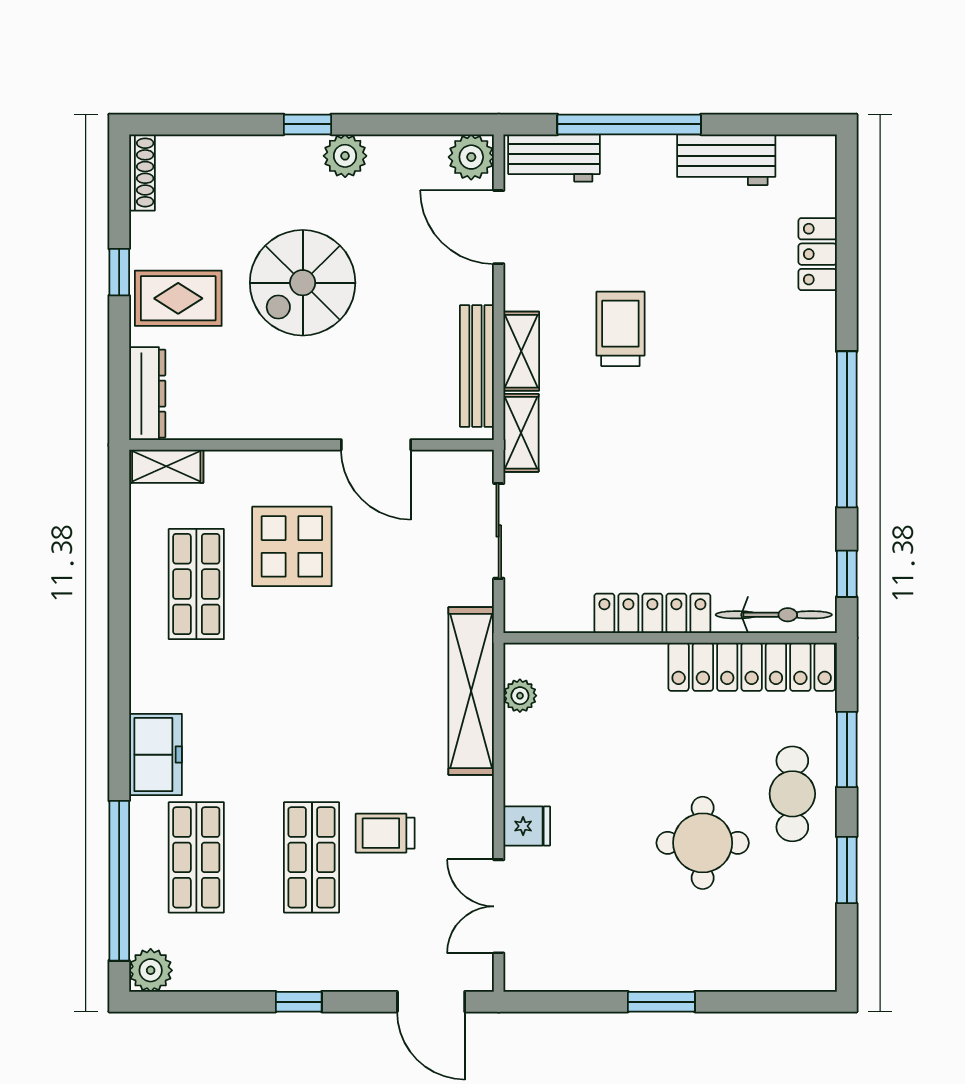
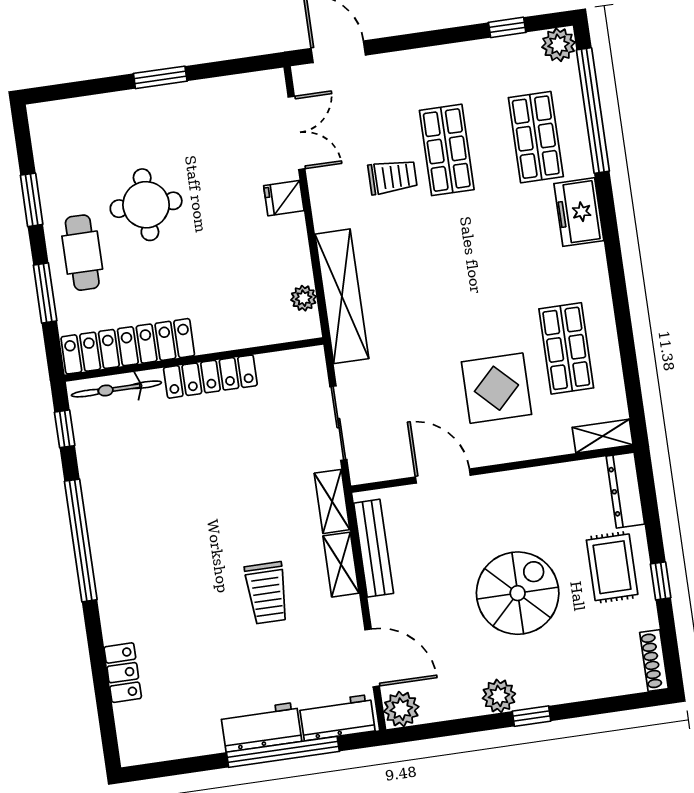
workbench: (726, 160) -> (261, 727), moved
rug: (178, 298) -> (612, 567), turned 90
window: (299, 1002) -> (507, 27), moved

